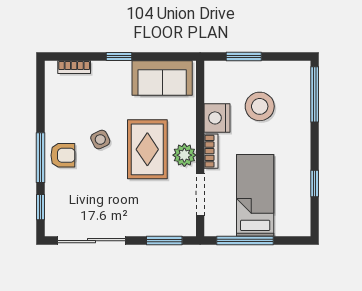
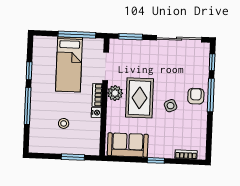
window: (315, 94) -> (28, 106), moved
stool: (260, 106) -> (64, 123), width x0.53, depth x0.53
nightstand: (217, 118) -> (96, 113), width x0.53, depth x0.56
armchair: (63, 155) -> (196, 96), turned 90

